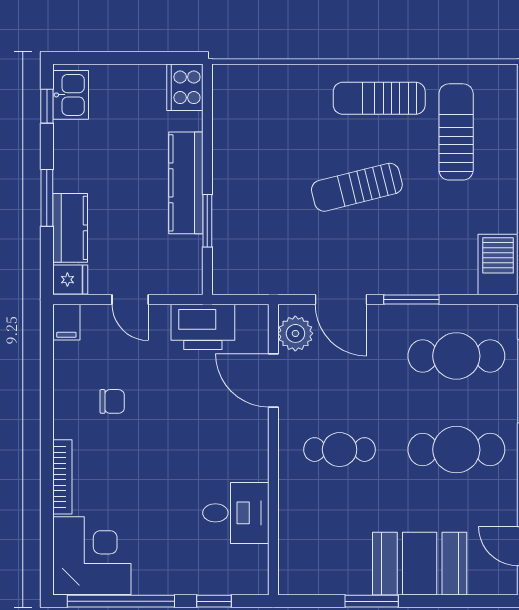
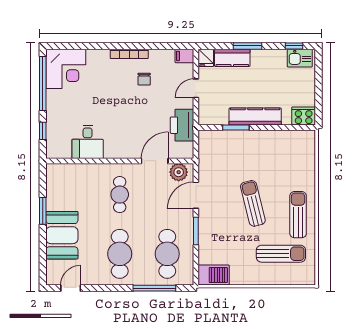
bookcase: (62, 477) -> (129, 54), moved

